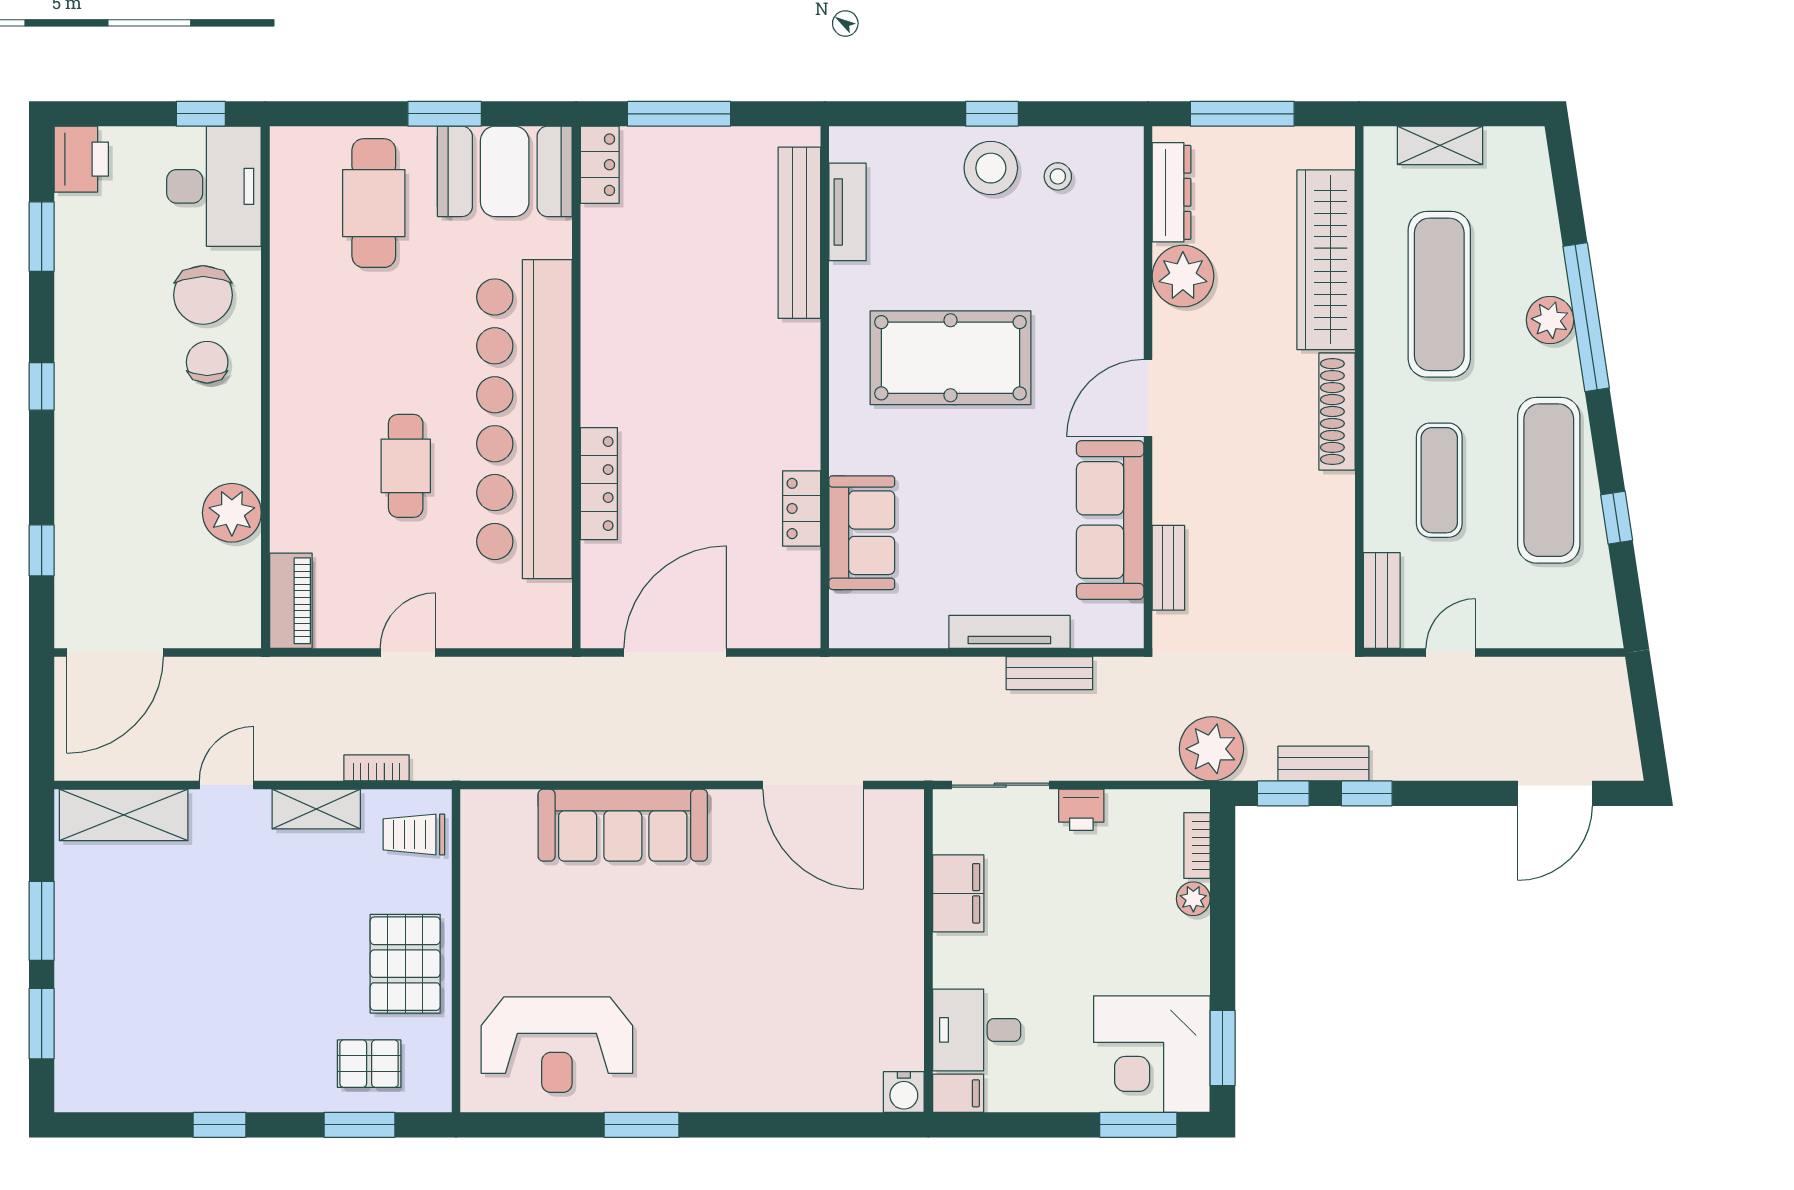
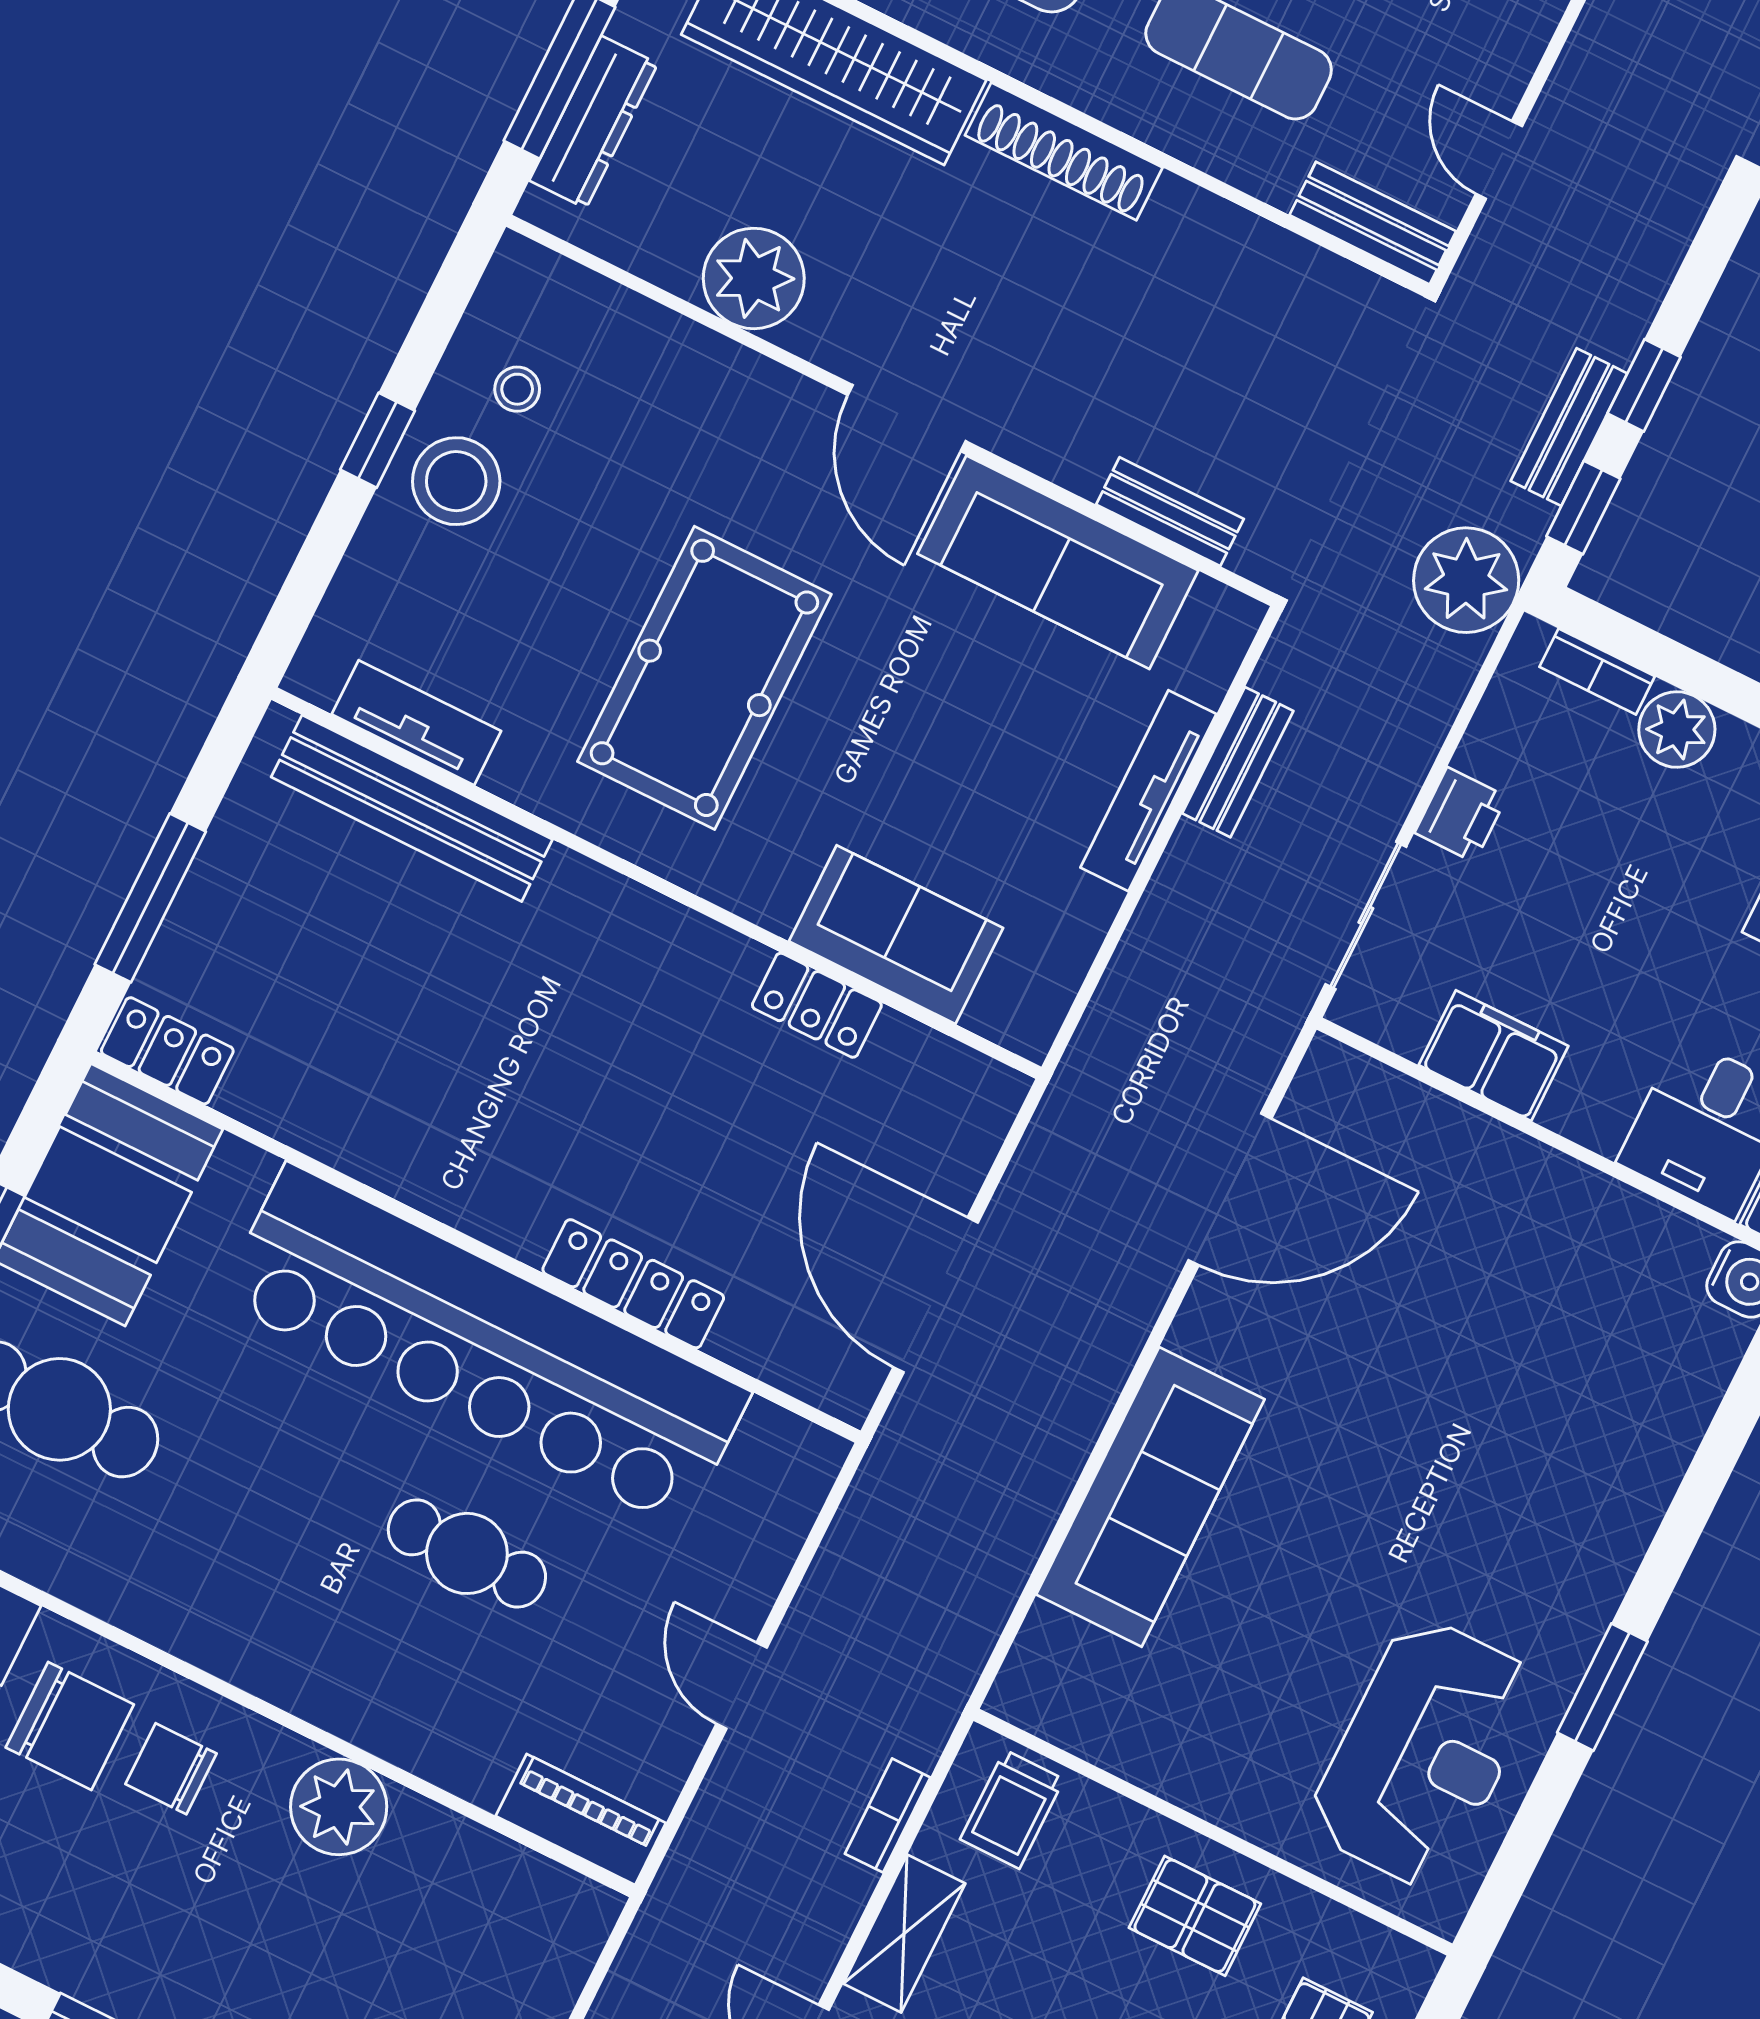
dresser: (1172, 192) -> (594, 122), moved, turned 90
plant: (232, 513) -> (339, 1807), moved
plant: (1193, 899) -> (1677, 729), width x1.38, depth x1.38
pallet: (405, 964) -> (1195, 1916), width x0.67, depth x0.71

